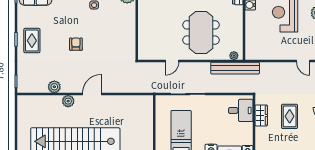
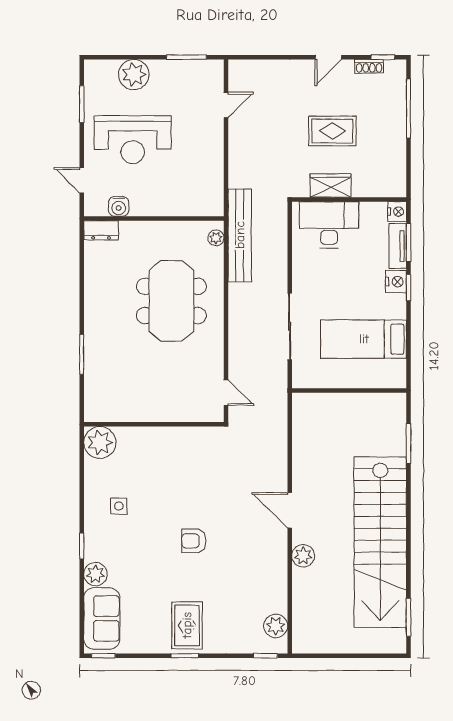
meeting table: (201, 32) -> (171, 301), turned 90
rug: (32, 41) -> (187, 625), turned 90
door: (172, 61) -> (226, 393), moved
plant: (54, 87) -> (276, 626), moved
desk: (241, 110) -> (329, 225), width x1.37

